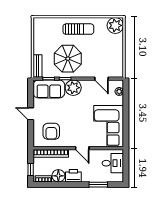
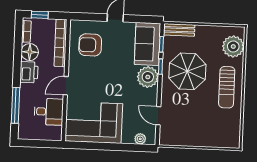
plant: (115, 25) -> (233, 46), moved
door: (102, 79) -> (158, 116), hinge flipped
desk: (113, 163) -> (49, 112), moved, turned -90
window: (98, 185) -> (15, 105), width x1.44

